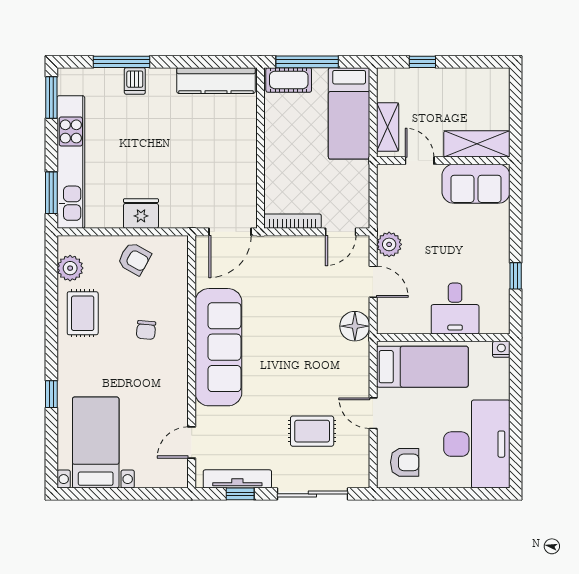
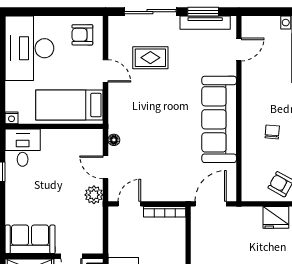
desk: (455, 309) -> (23, 148), moved
floor lamp: (355, 326) -> (114, 140), width x0.53, depth x0.53
window: (240, 494) -> (203, 12), width x1.50

